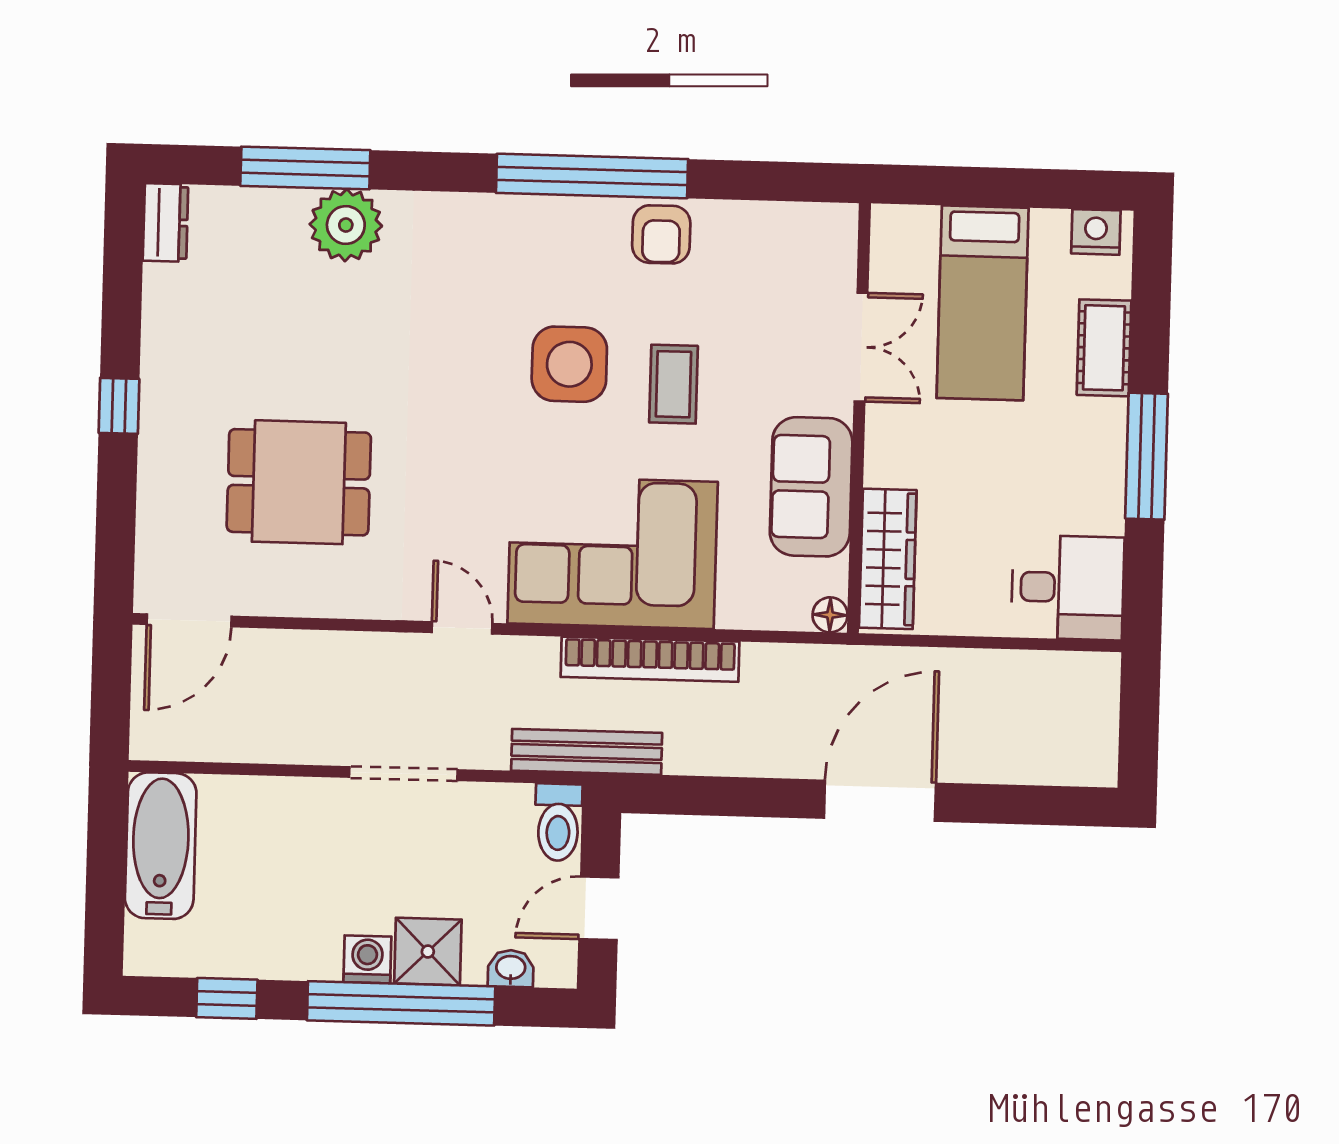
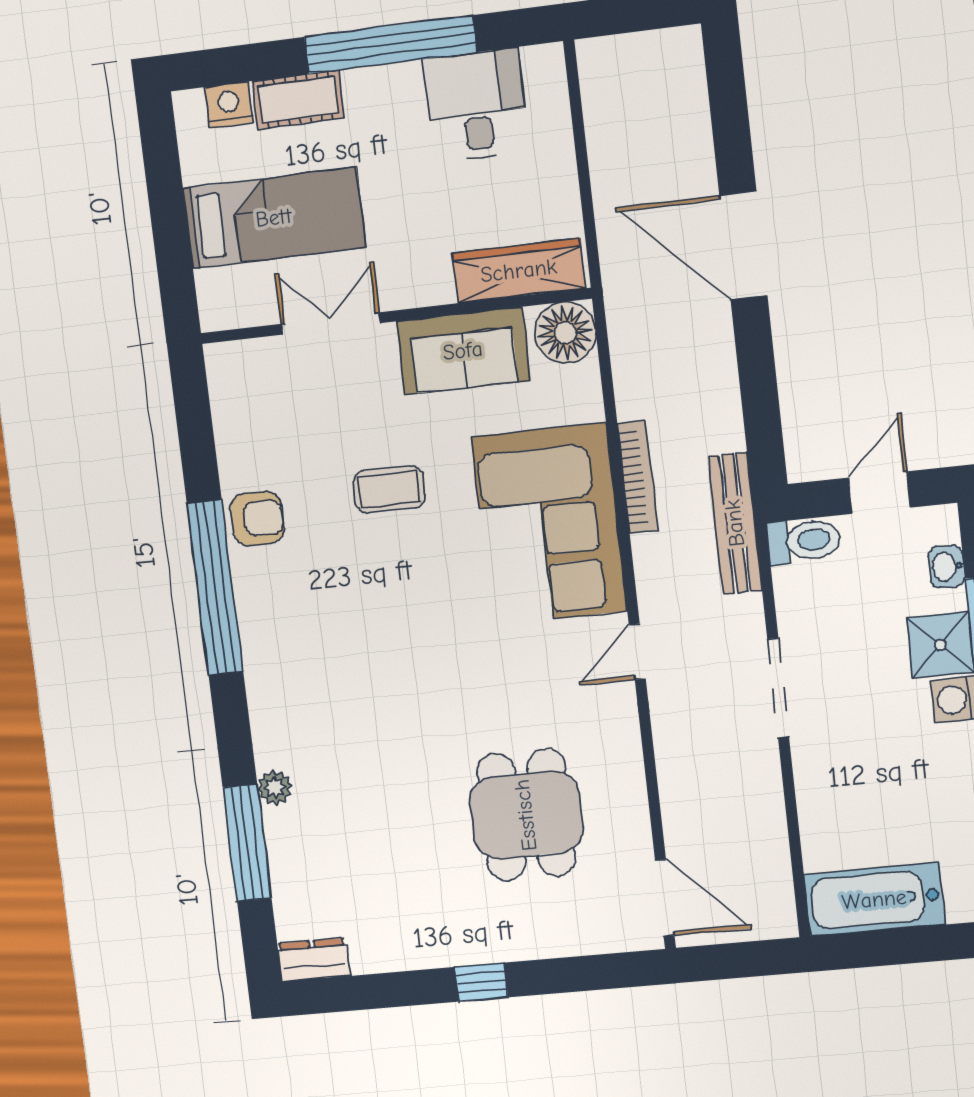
plant: (346, 225) -> (275, 787), width x0.53, depth x0.53
nightstand: (1096, 232) -> (229, 105), moved, turned 90
side table: (569, 364) -> (385, 586), removed
window: (1147, 456) -> (390, 45), width x1.46
desk: (1068, 587) -> (476, 105), moved
floor lamp: (830, 615) -> (565, 333), width x1.89, depth x1.89
bookcase: (650, 659) -> (637, 477), width x0.68, depth x0.76
door: (599, 908) -> (879, 493), swing flipped

